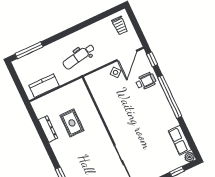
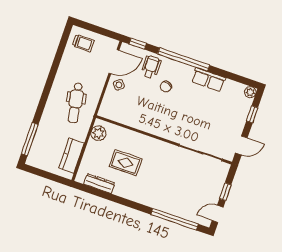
door: (127, 56) -> (114, 62), hinge flipped
plant: (74, 89) -> (98, 133), added
chair: (143, 102) -> (166, 86), added
dresser: (48, 129) -> (99, 183), moved
row of seats: (180, 140) -> (208, 80), moved

